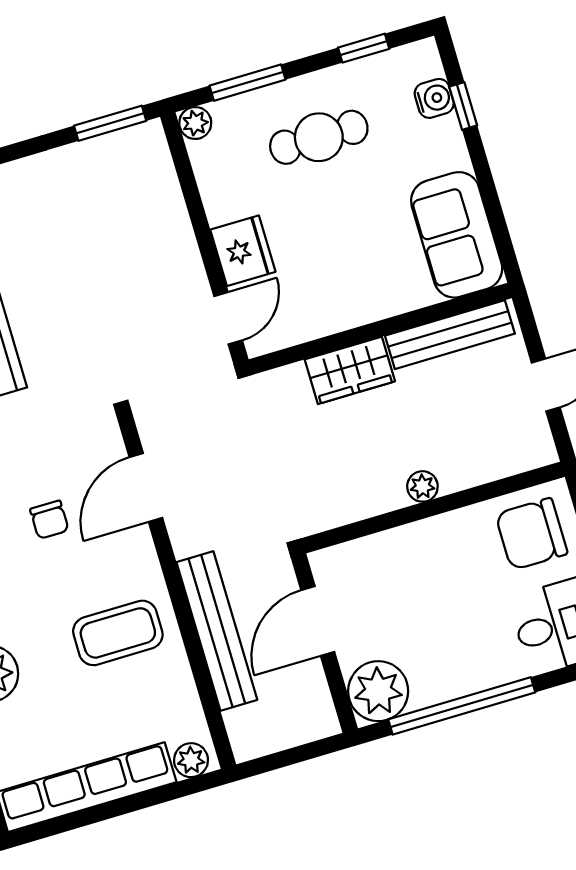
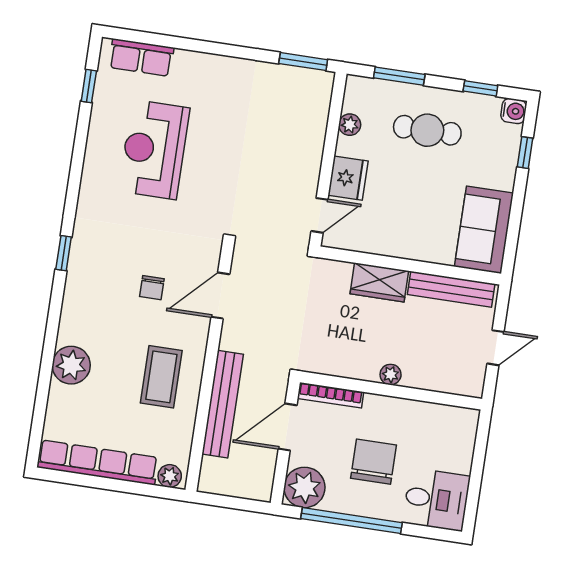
water cooler: (434, 98) -> (514, 111), moved
plant: (195, 123) -> (350, 125), moved
chair: (531, 534) -> (374, 462), moved, turned 90
bookcase: (355, 552) -> (331, 395), added
coffee table: (118, 633) -> (161, 377), turned 90

